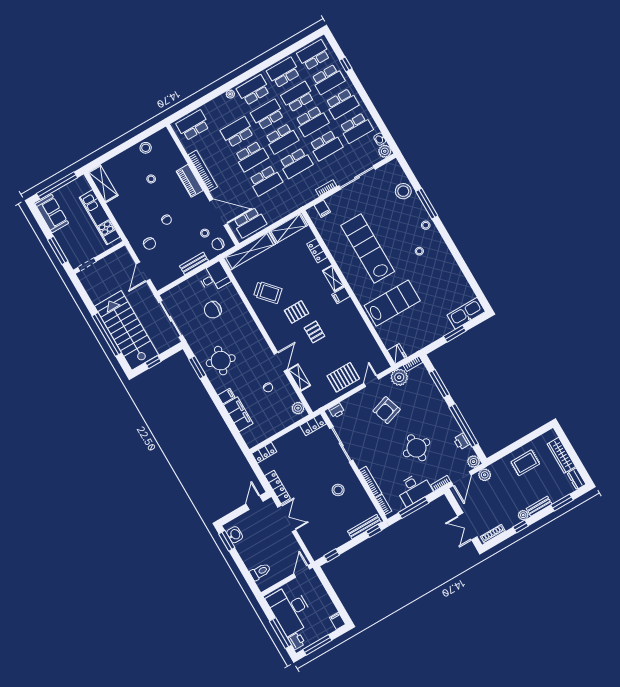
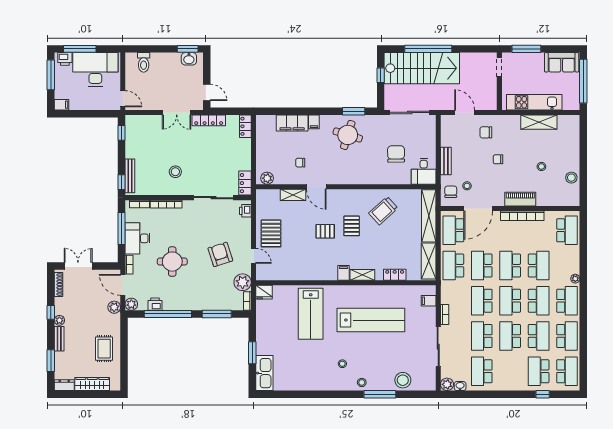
school desk: (342, 104) -> (453, 266), moved
shelving: (103, 184) -> (539, 122), moved

